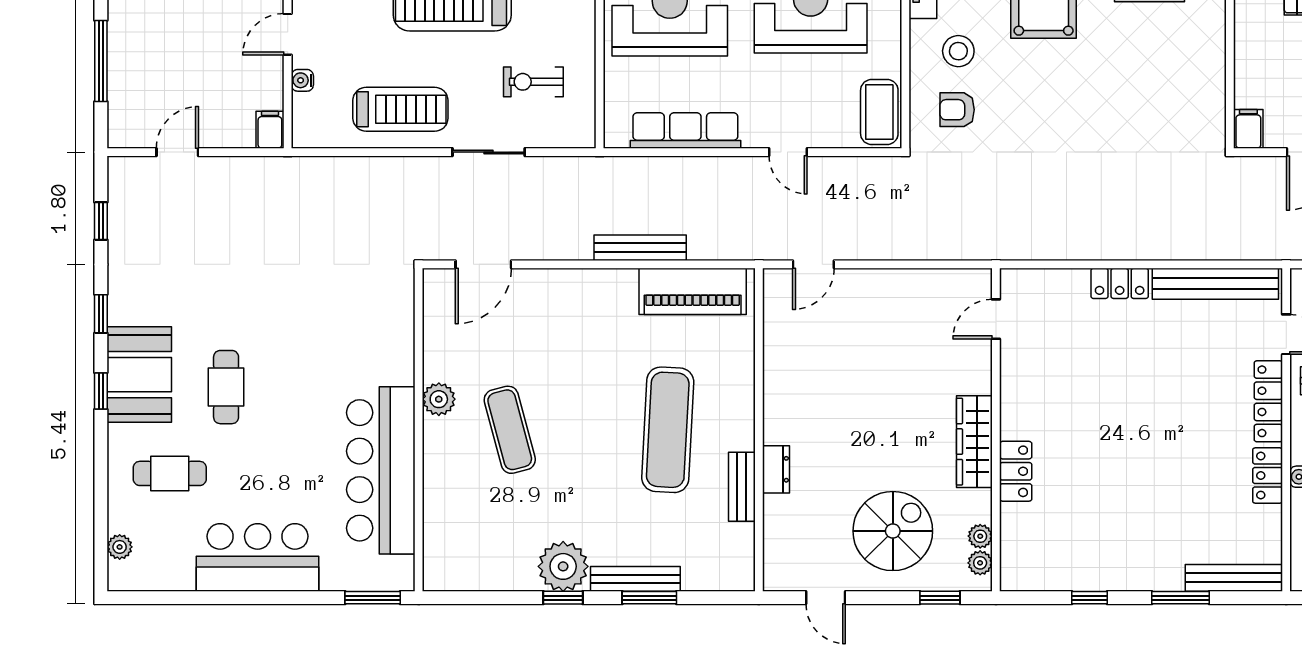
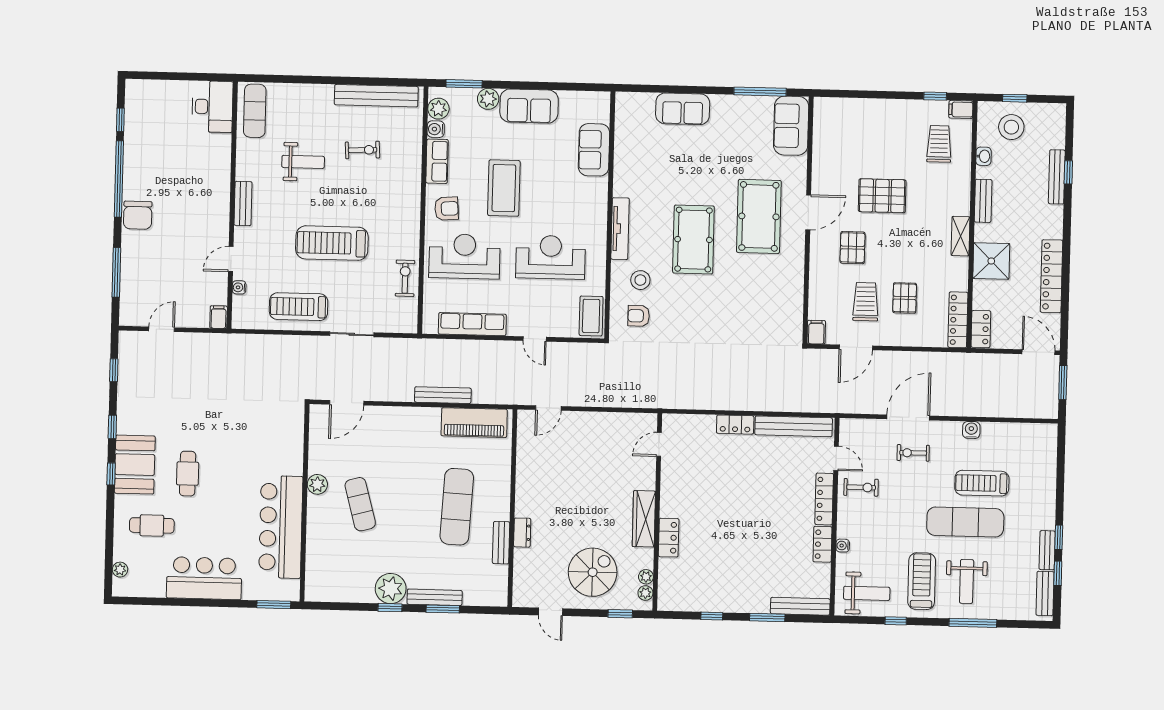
exercise bike: (533, 82) -> (405, 278), moved, turned 90
treadmill: (400, 109) -> (299, 307), turned 180

